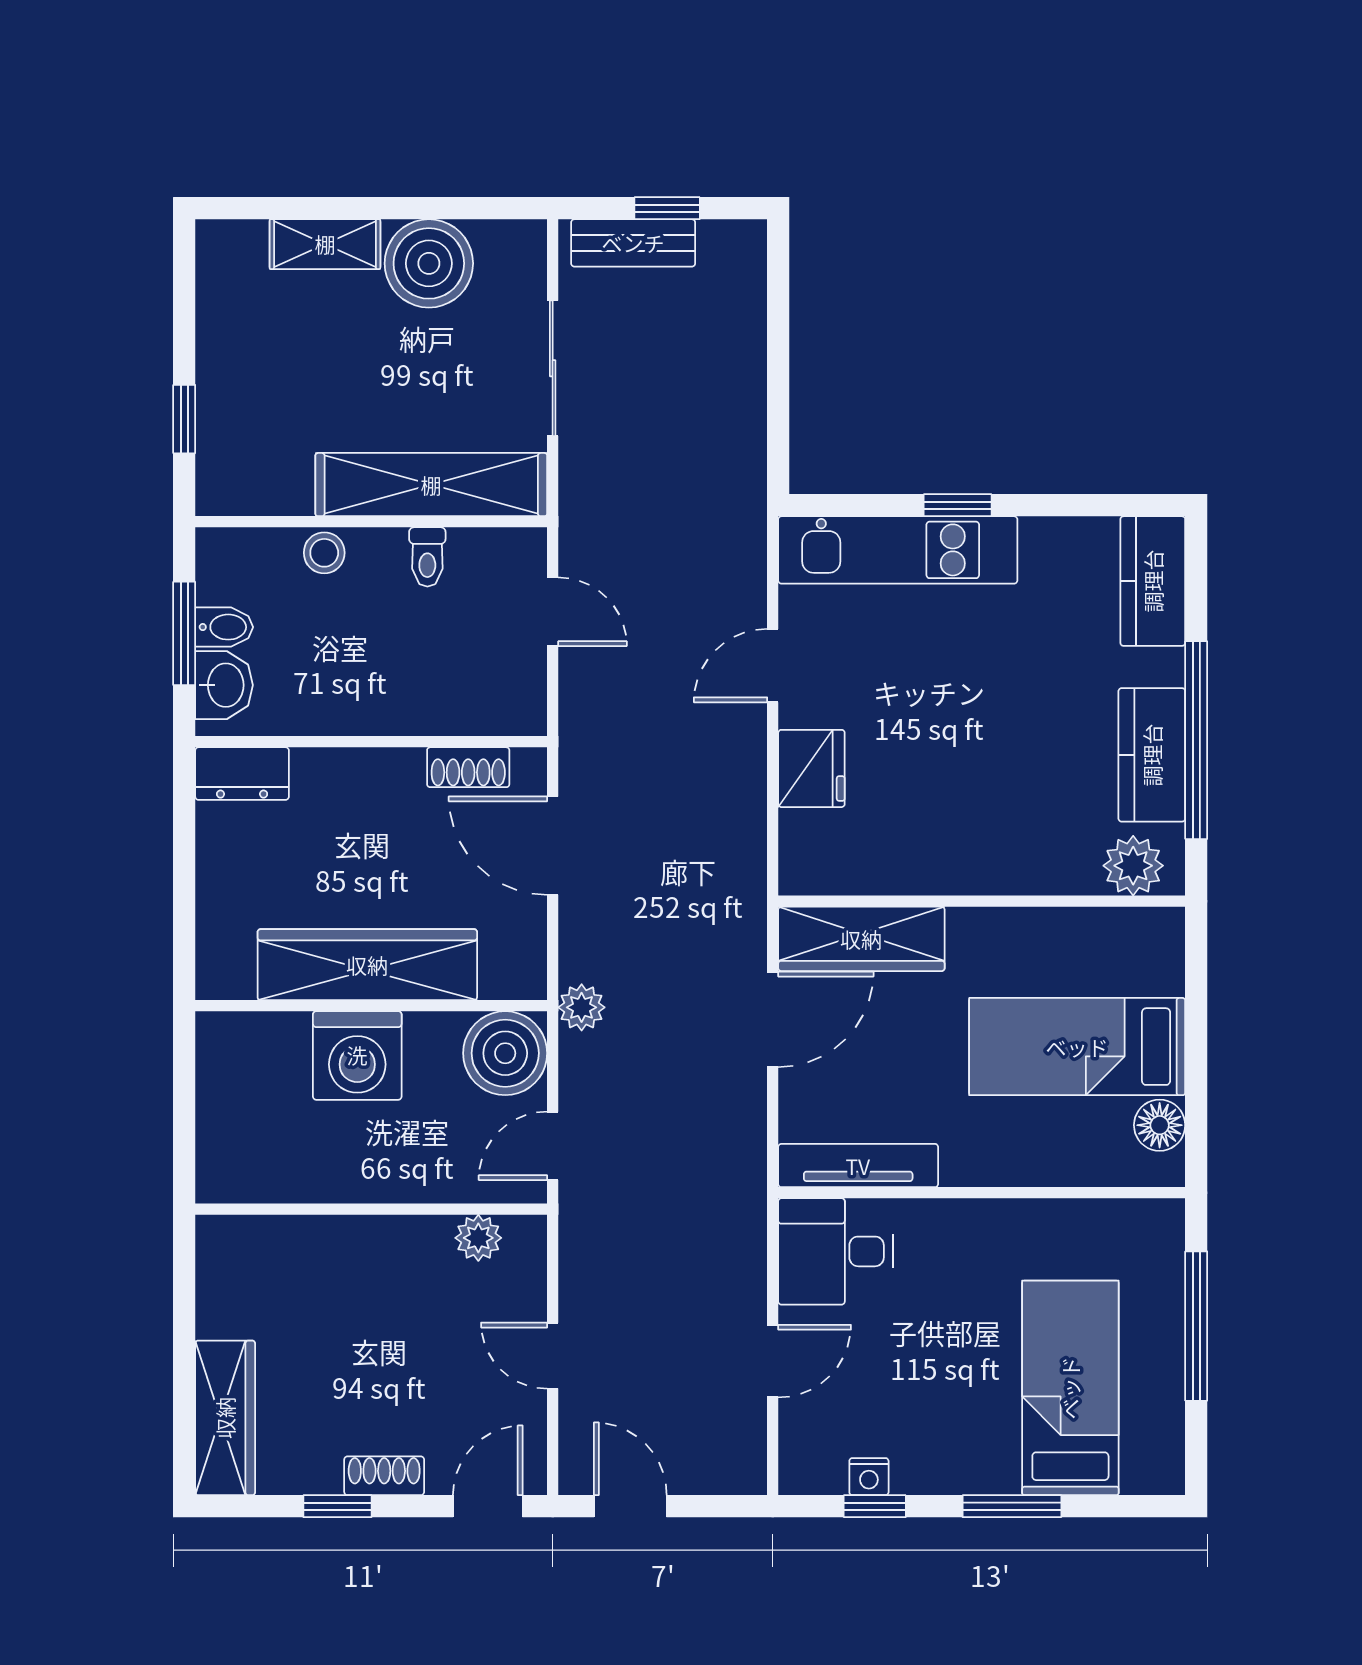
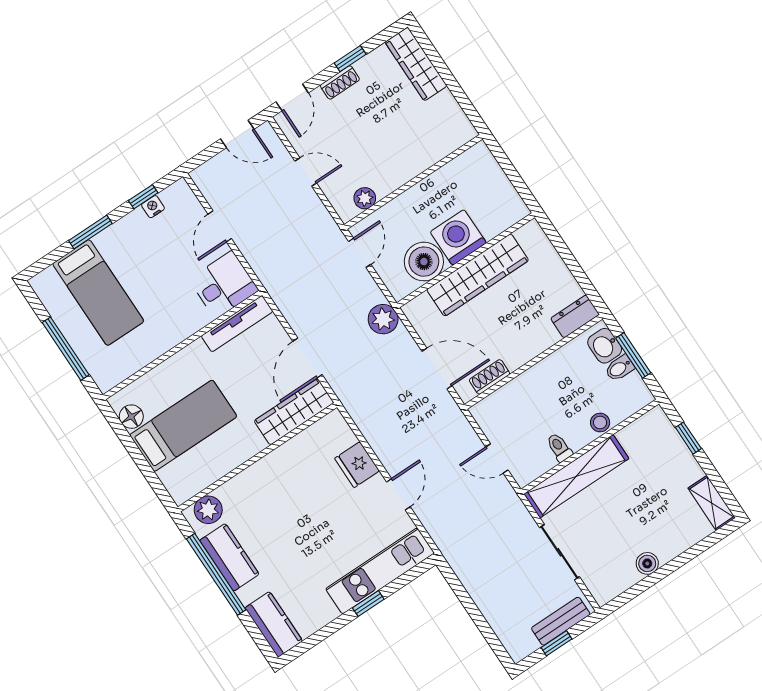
shelving: (325, 244) -> (712, 503), moved, turned 90
boiler: (429, 263) -> (647, 563), width x0.54, depth x0.54
plant: (582, 1007) -> (383, 319), width x1.38, depth x1.38
boiler: (505, 1053) -> (424, 262), moved

